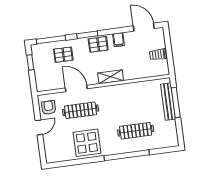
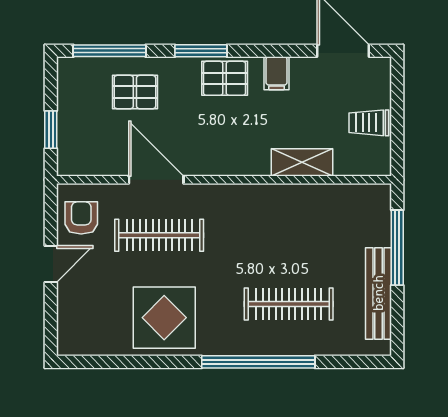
window: (30, 62) -> (51, 130), moved
shelving: (111, 77) -> (302, 162), moved
bench: (168, 102) -> (378, 293), moved

